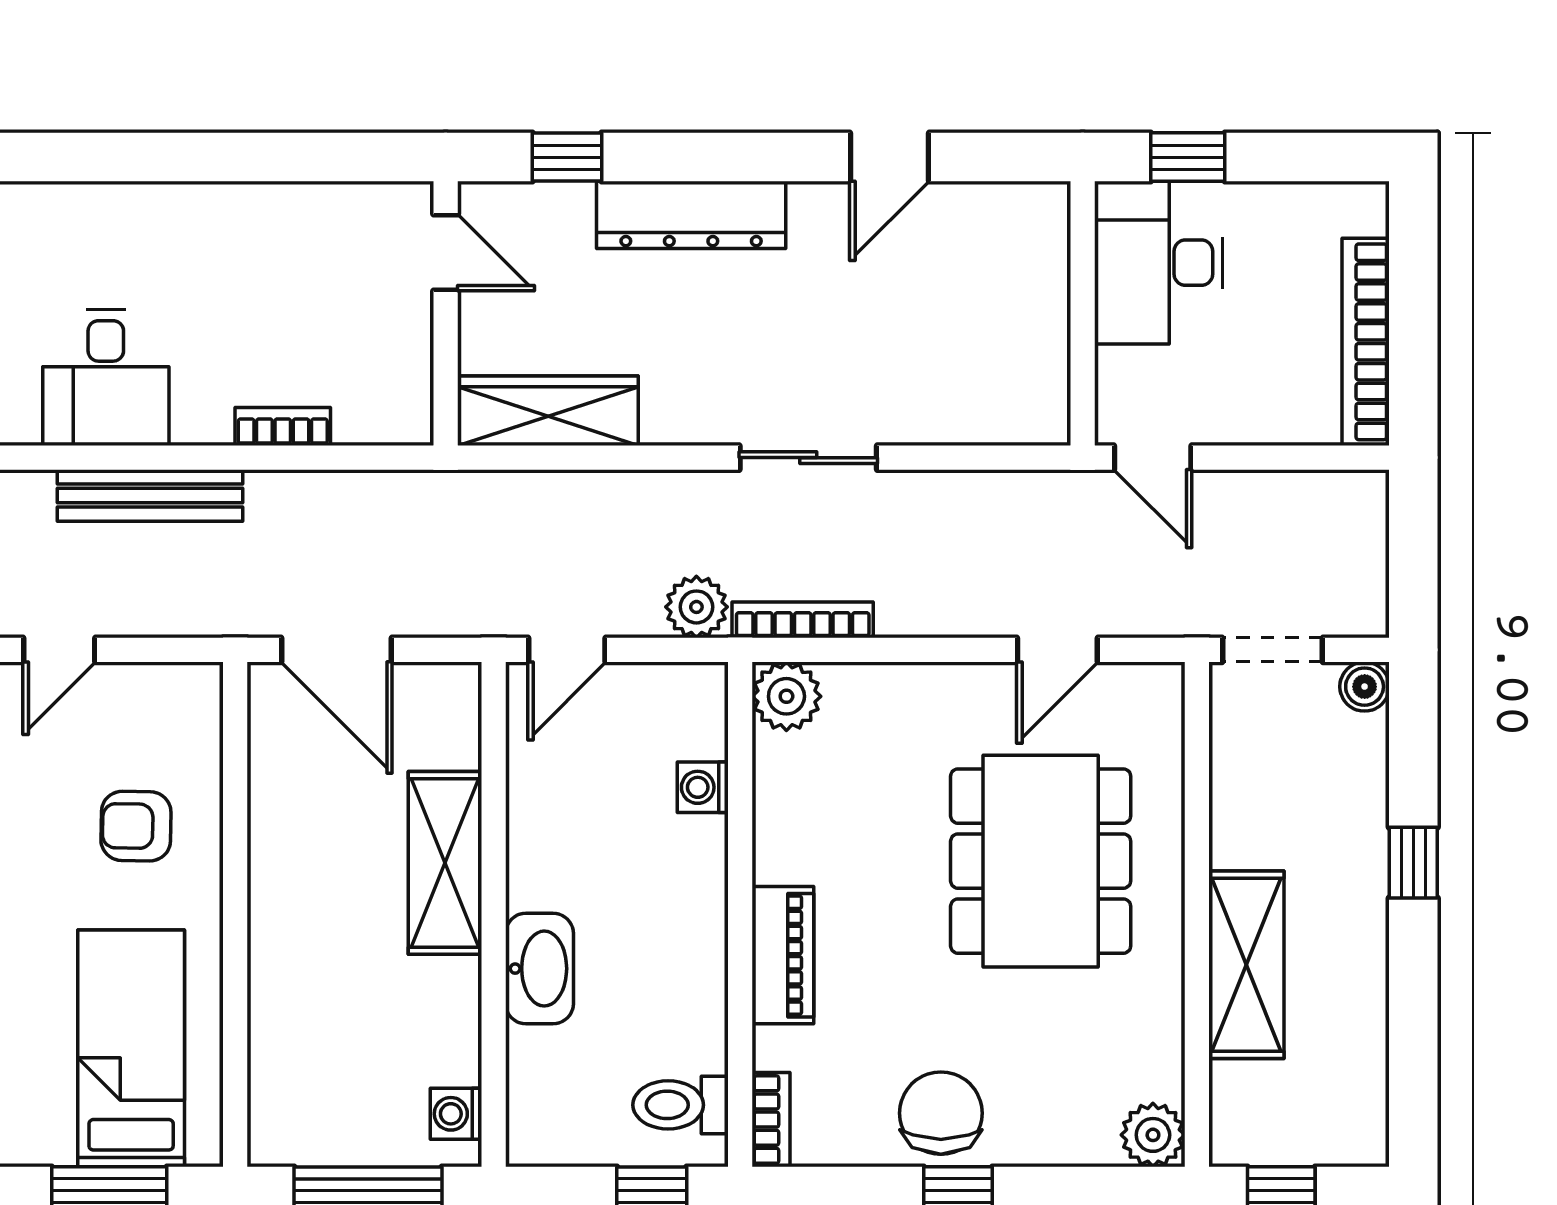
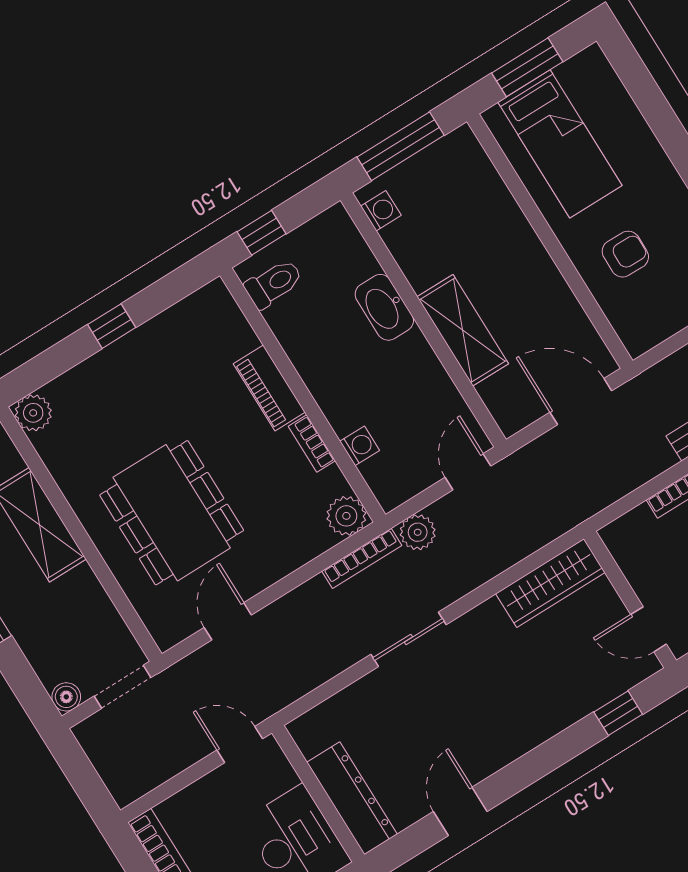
dresser: (691, 215) -> (352, 798), moved, turned 90
chair: (941, 1113) -> (144, 359), removed
bookcase: (771, 1120) -> (312, 444), moved

